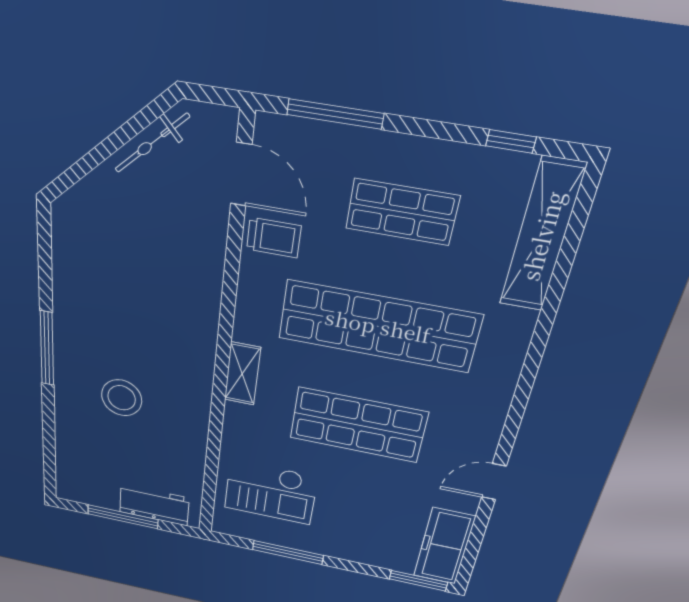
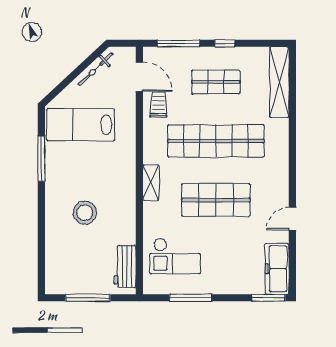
window: (511, 141) -> (225, 43), moved
trolley: (274, 238) -> (158, 105), turned -90
lab bench: (118, 249) -> (81, 125), added
window: (47, 349) -> (41, 159), moved
workbench: (154, 505) -> (125, 266), moved, turned -90

